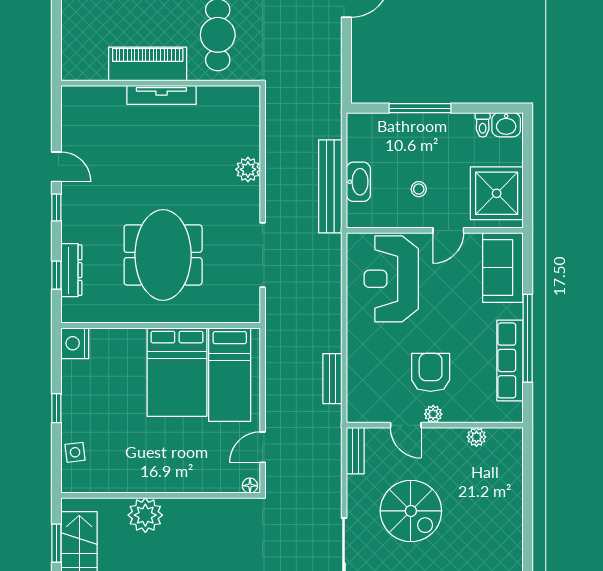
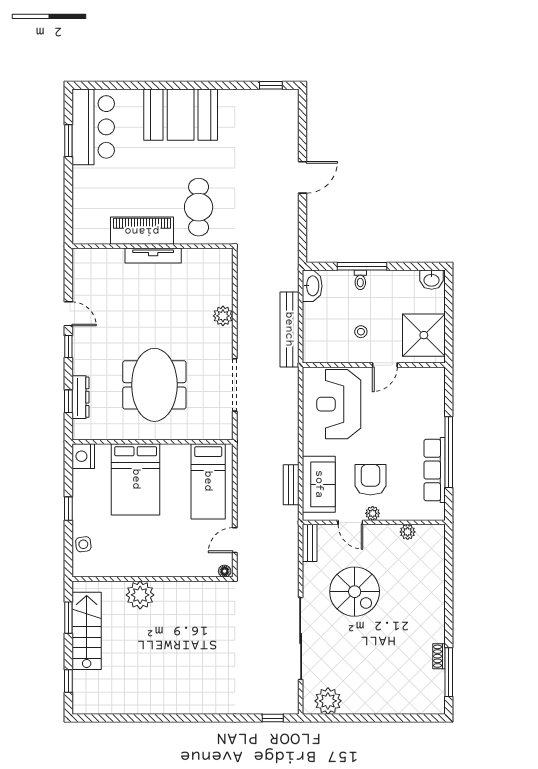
toilet: (483, 125) -> (360, 280), moved
washbasin: (358, 182) -> (312, 286), moved
sofa: (503, 268) -> (319, 484), moved, turned 180
bed: (177, 372) -> (136, 479), moved

